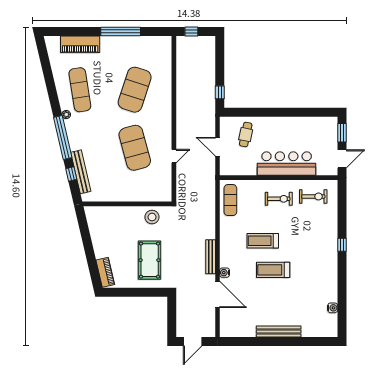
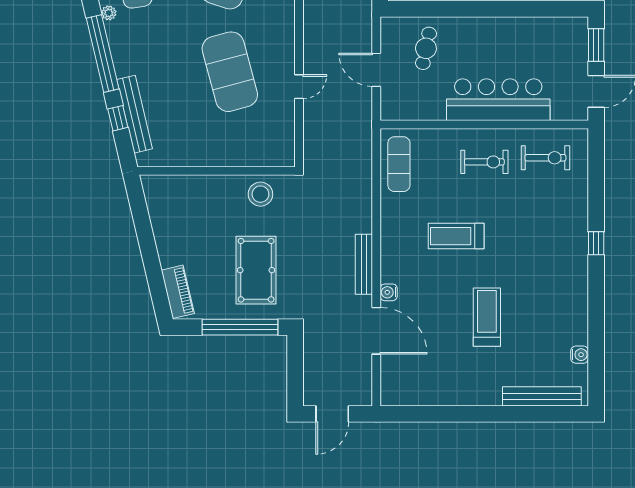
treadmill: (273, 270) -> (487, 317), moved, turned 90
window: (140, 292) -> (240, 327), added
bench: (279, 332) -> (542, 396), moved

